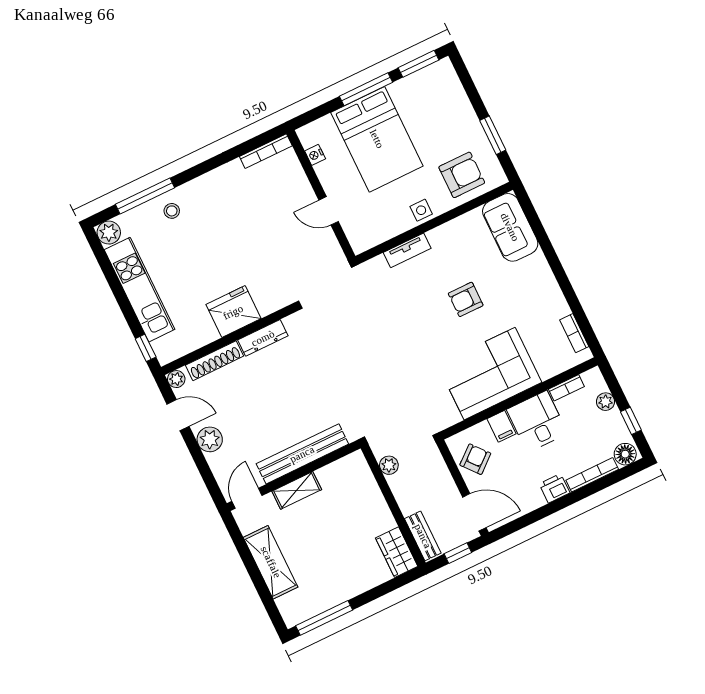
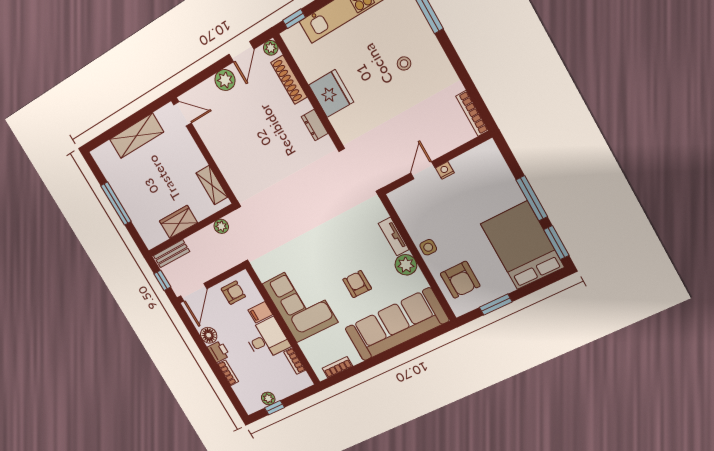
bed: (377, 139) -> (522, 245), moved, turned 90
nightstand: (315, 155) -> (445, 170), moved
stool: (172, 211) -> (404, 63), moved
sofa: (510, 227) -> (397, 325), width x1.85, depth x1.27
plant: (442, 238) -> (406, 265), added
dresser: (263, 338) -> (315, 125), width x0.70
plant: (606, 402) -> (268, 398), moved
bench: (302, 454) -> (222, 157), removed
floor lamp: (625, 454) -> (209, 335), moved
armchair: (475, 459) -> (233, 293), turned -50
bookcase: (592, 475) -> (228, 373), width x0.64
shelving: (297, 490) -> (212, 185), moved
wardrobe: (397, 552) -> (178, 222), moved
window: (324, 618) -> (116, 204), moved

